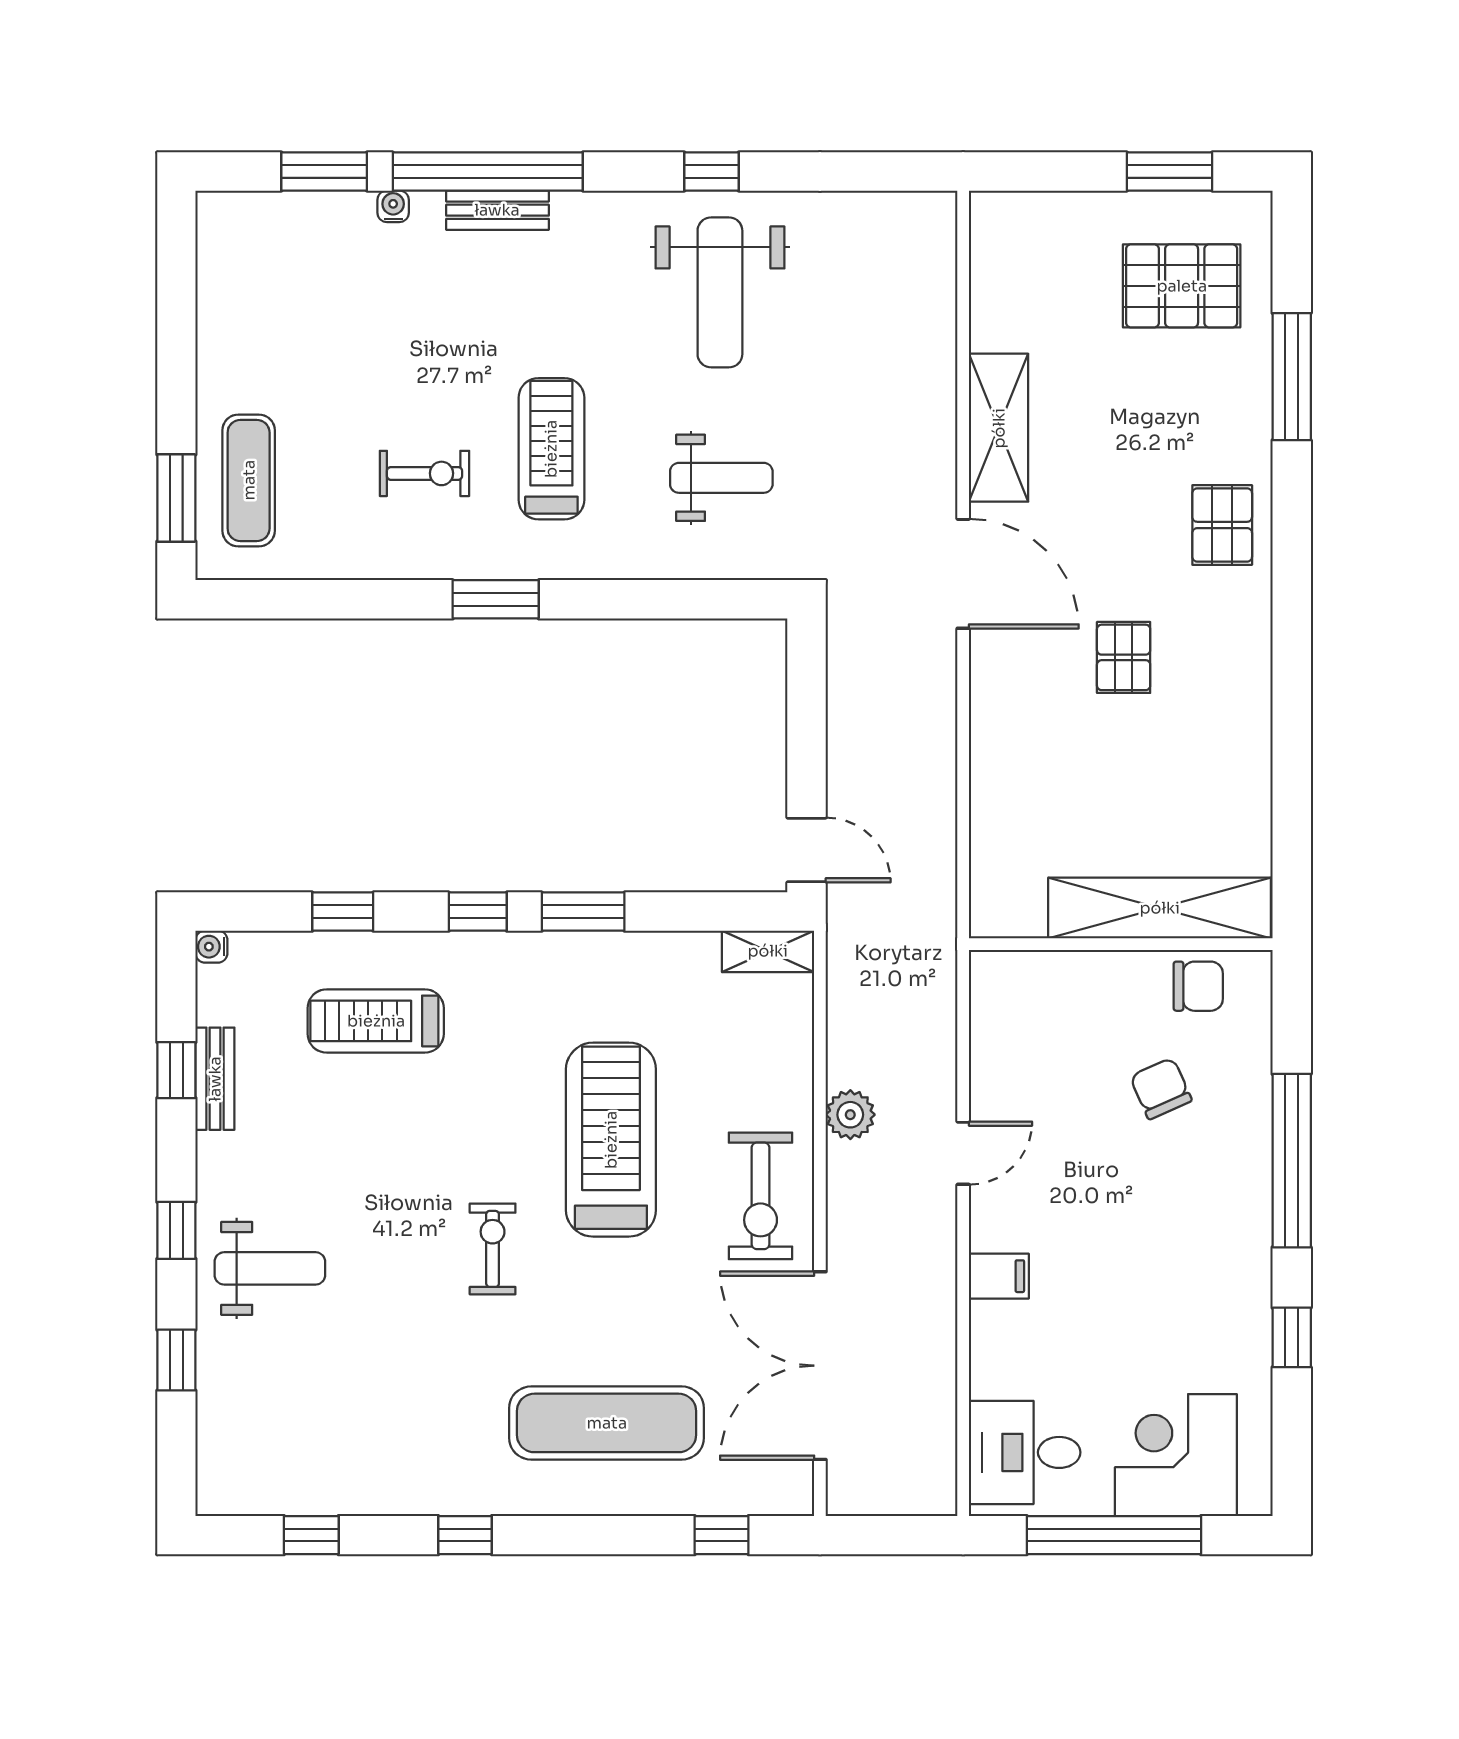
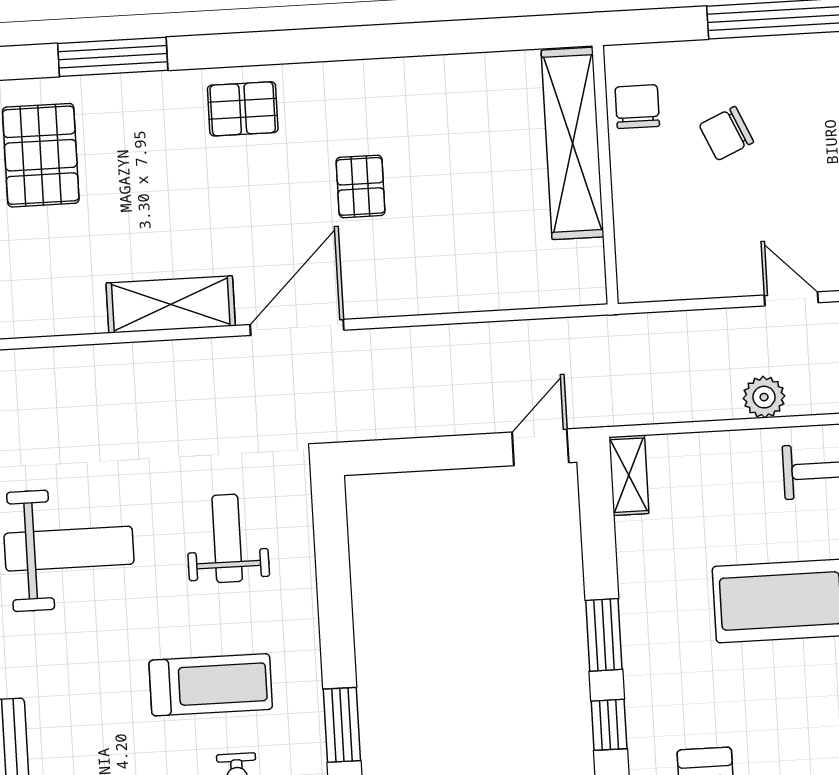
treadmill: (551, 449) -> (211, 685), turned 180
pallet: (1124, 657) -> (361, 186), turned 90

